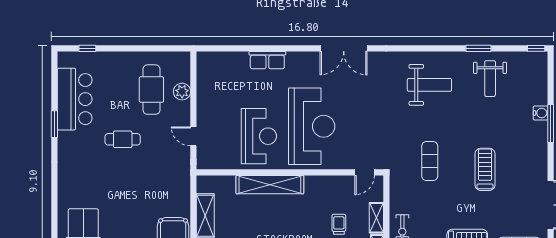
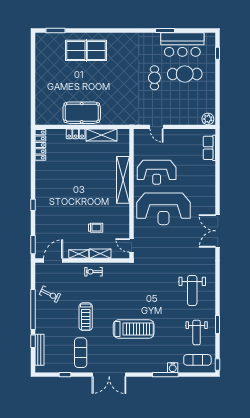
row of seats: (267, 60) -> (209, 148), moved
weight bench: (490, 79) -> (197, 332), turned -90
cafe table: (151, 90) -> (185, 74), moved
plant: (182, 92) -> (208, 119), moved
door: (193, 136) -> (156, 127), swing flipped
exercise mat: (430, 161) -> (197, 360), moved
treadmill: (485, 169) -> (134, 329), width x1.37, depth x1.38

